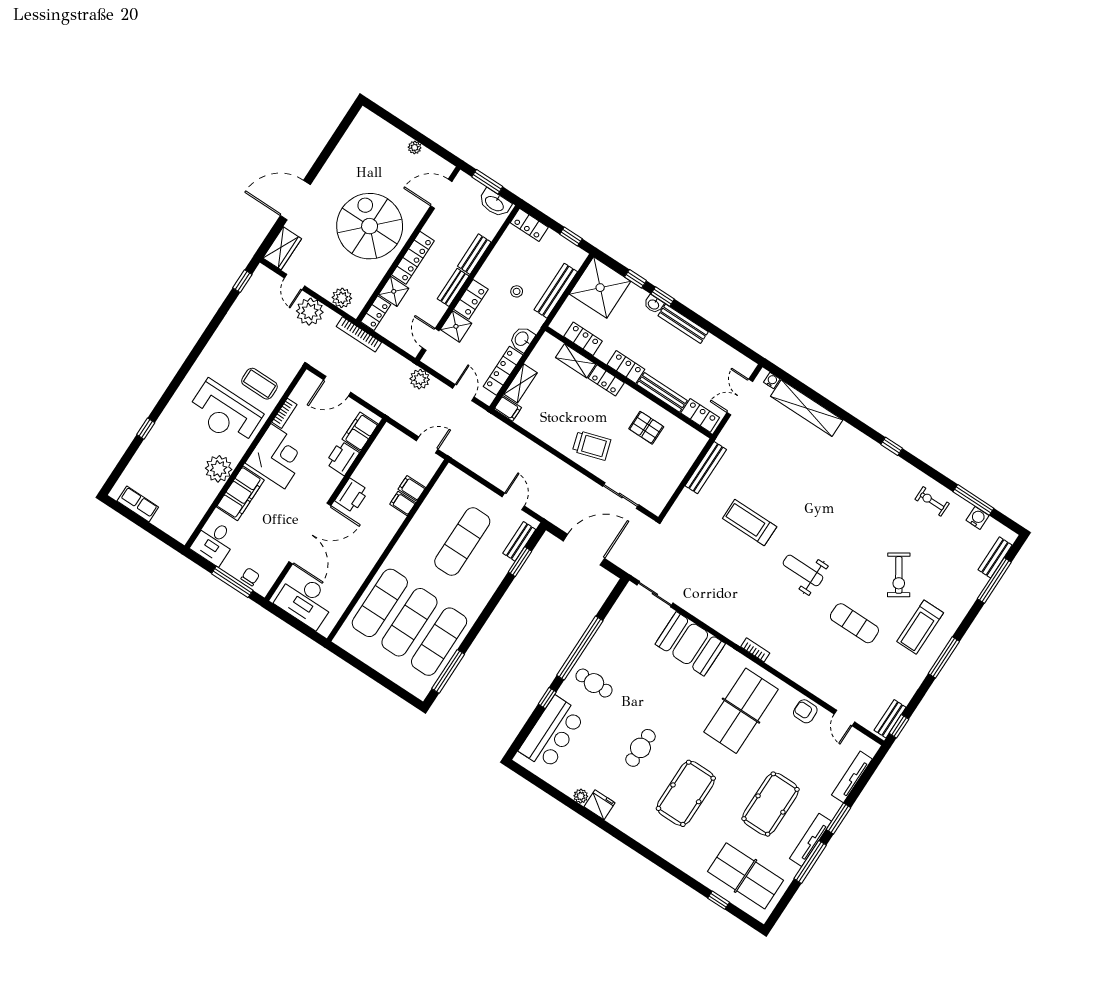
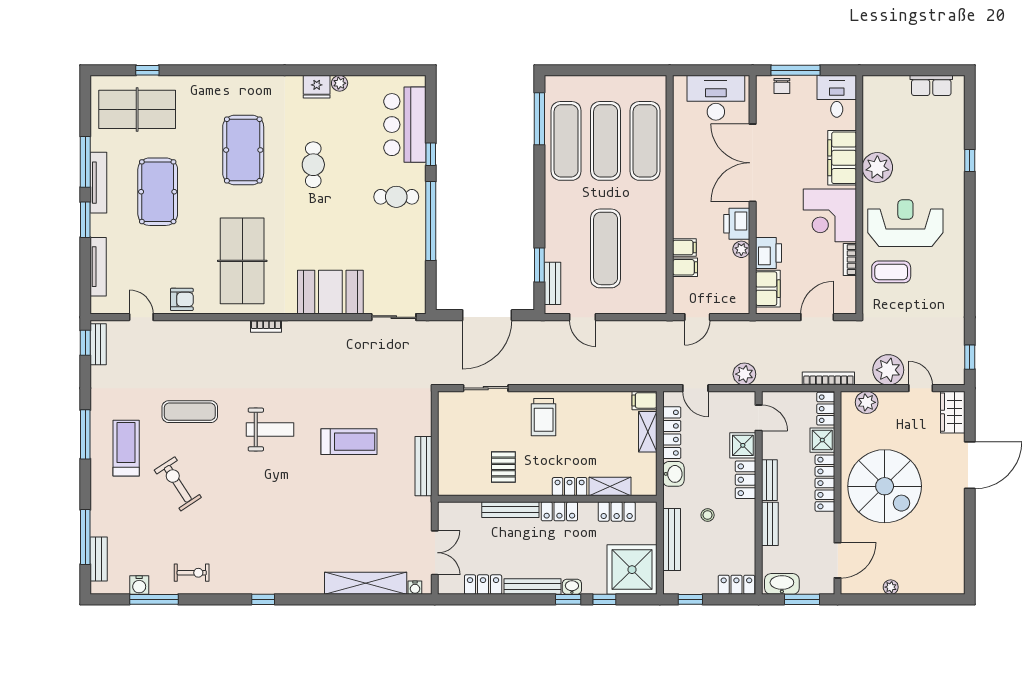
locker: (700, 415) -> (483, 585), moved, turned 180
pallet: (646, 428) -> (503, 467), turned 90
trolley: (592, 445) -> (544, 417), turned -73
plant: (361, 474) -> (741, 249), added

